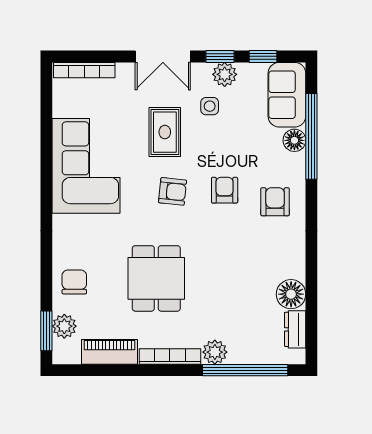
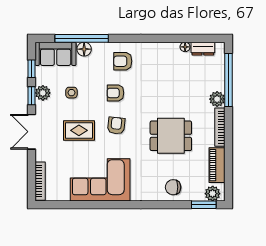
double door: (163, 56) -> (32, 132), swing flipped
side table: (210, 106) -> (71, 93), moved
floor lamp: (291, 294) -> (185, 47), width x0.53, depth x0.53
plant: (64, 326) -> (213, 194), moved

